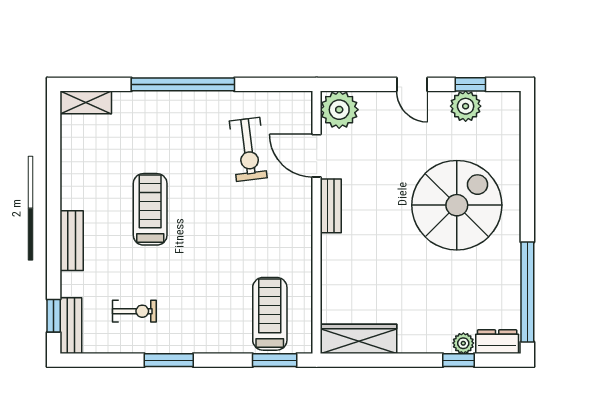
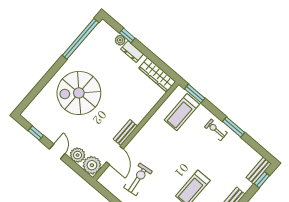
plant: (466, 106) -> (78, 155), moved
exercise bike: (134, 311) -> (216, 130), moved
dresser: (497, 342) -> (132, 51), moved

